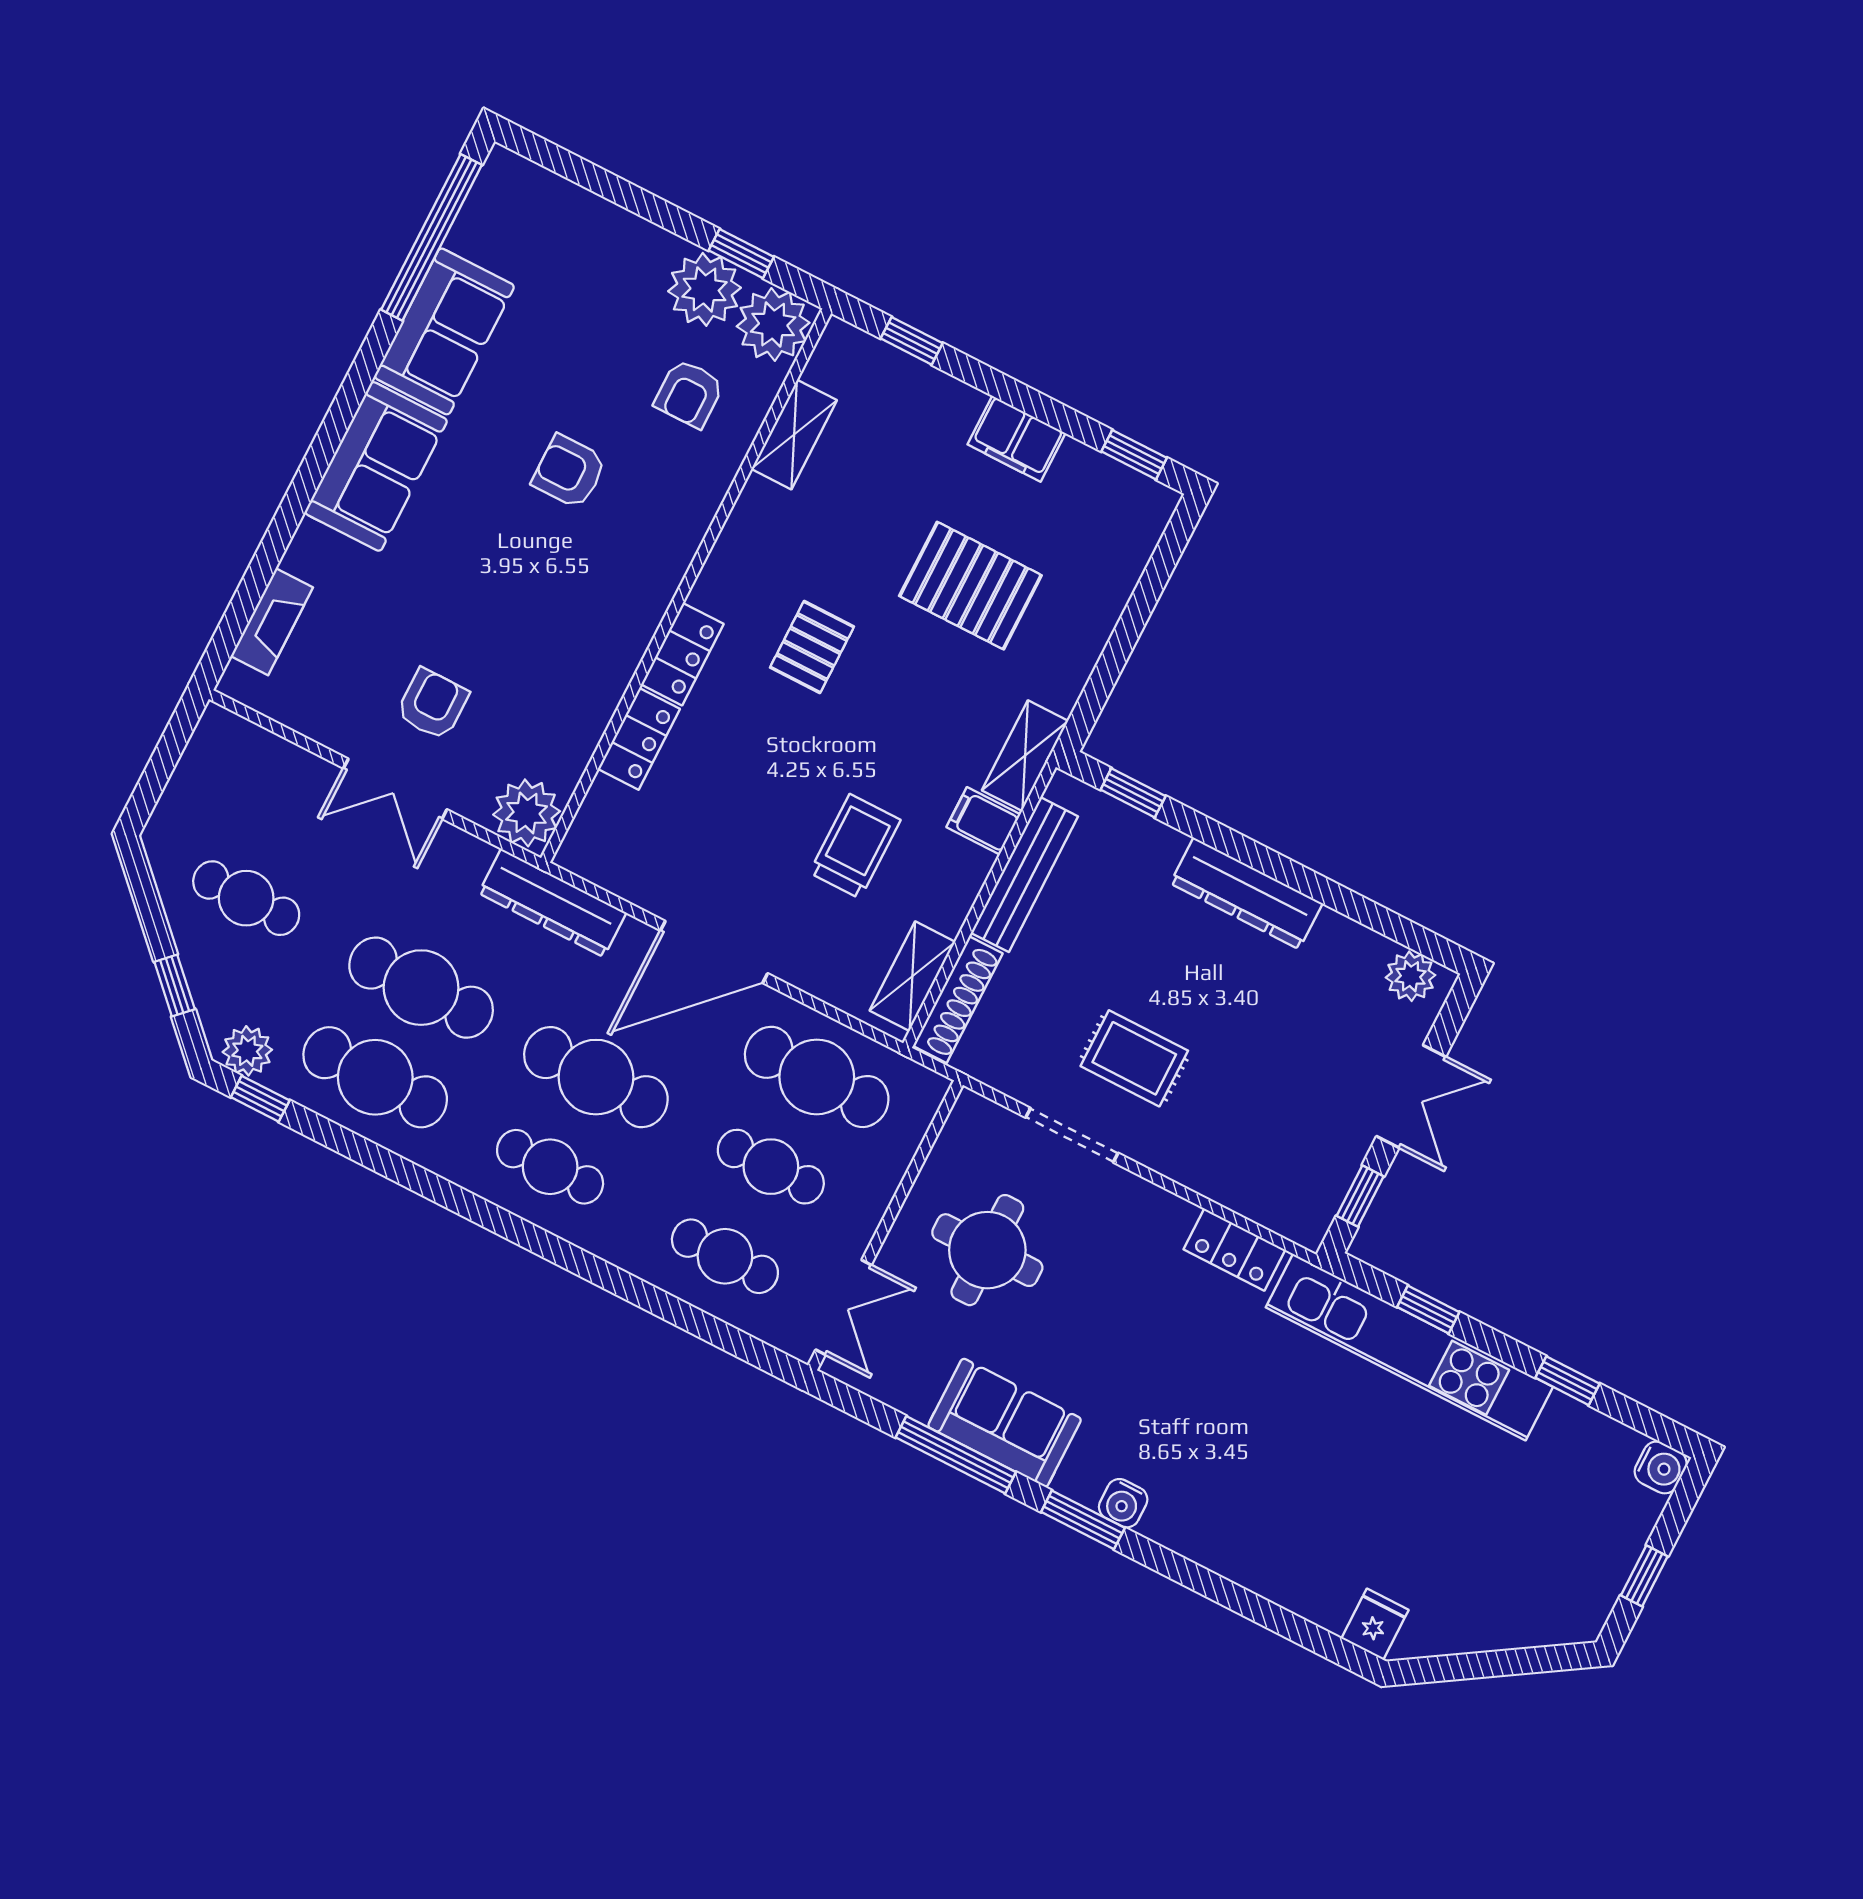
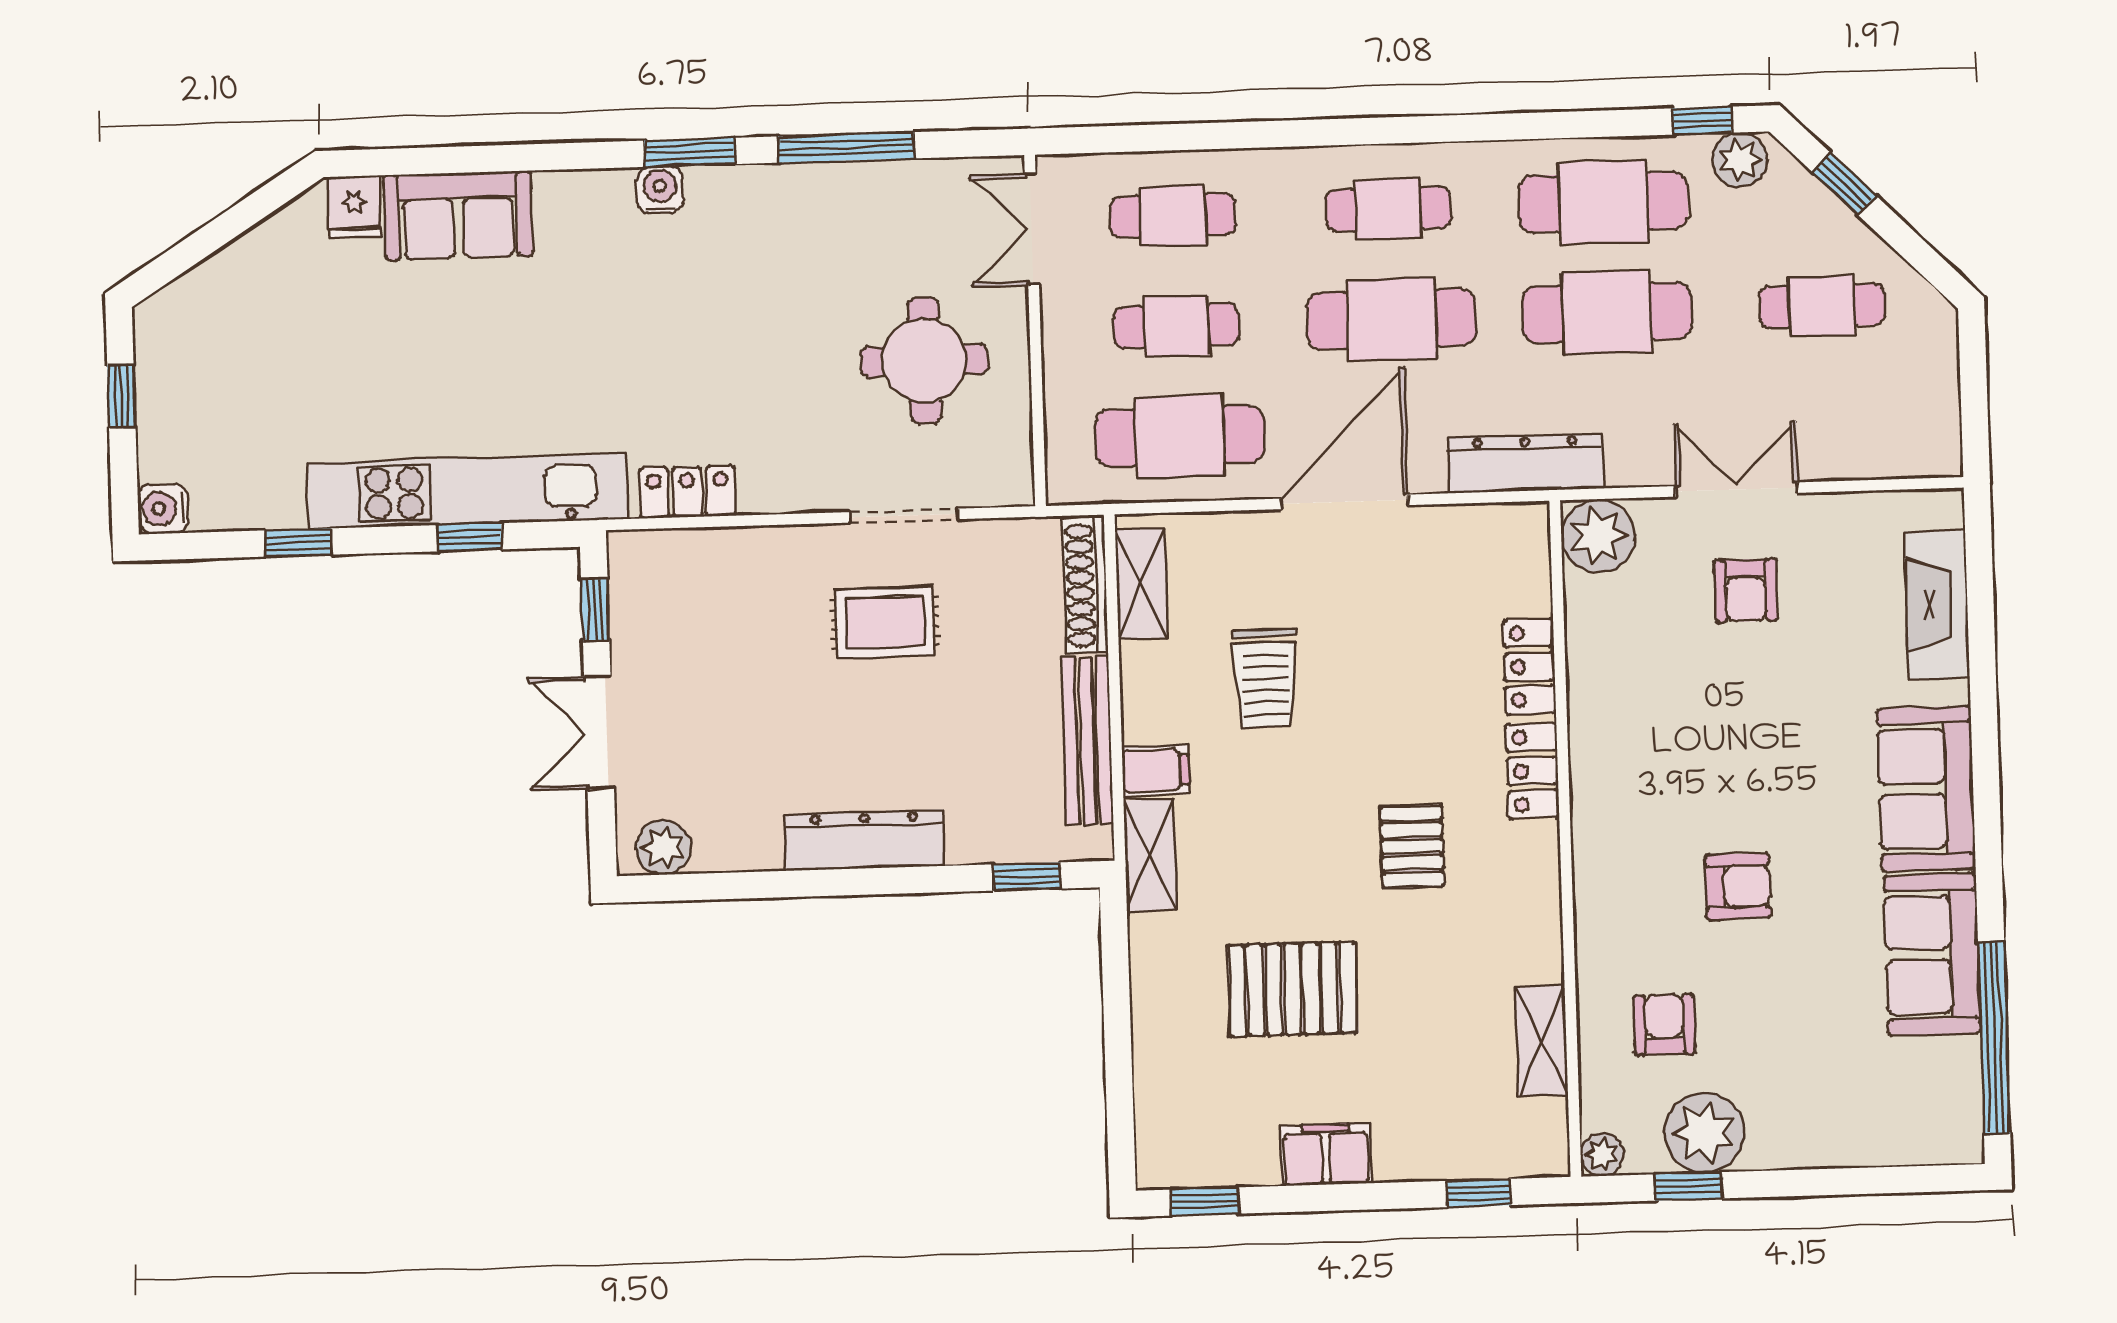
plant: (773, 325) -> (1602, 1155), width x0.53, depth x0.53
fireplace: (272, 622) -> (1937, 605), width x1.37, depth x1.32
sofa: (1005, 1423) -> (458, 215), moved

